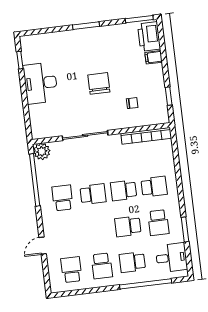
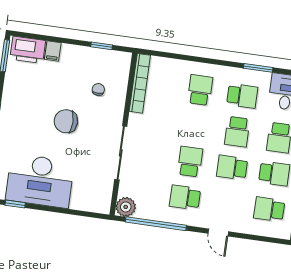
desk: (41, 83) -> (40, 181), width x1.36, depth x1.30
school desk: (124, 190) -> (232, 168), moved, turned 90
door: (43, 246) -> (218, 232), moved

